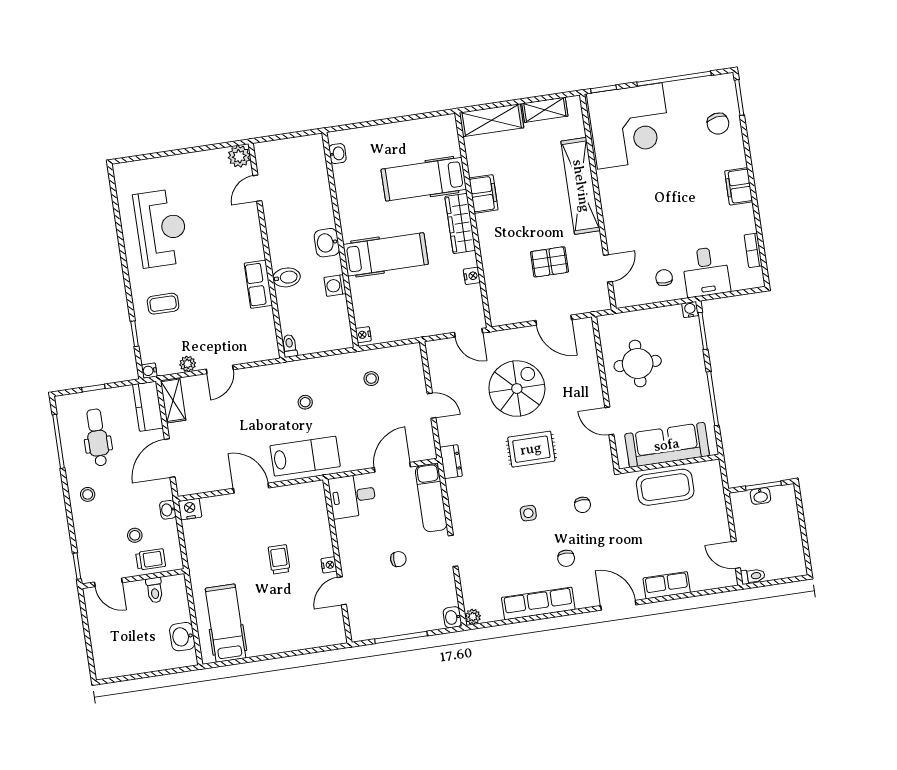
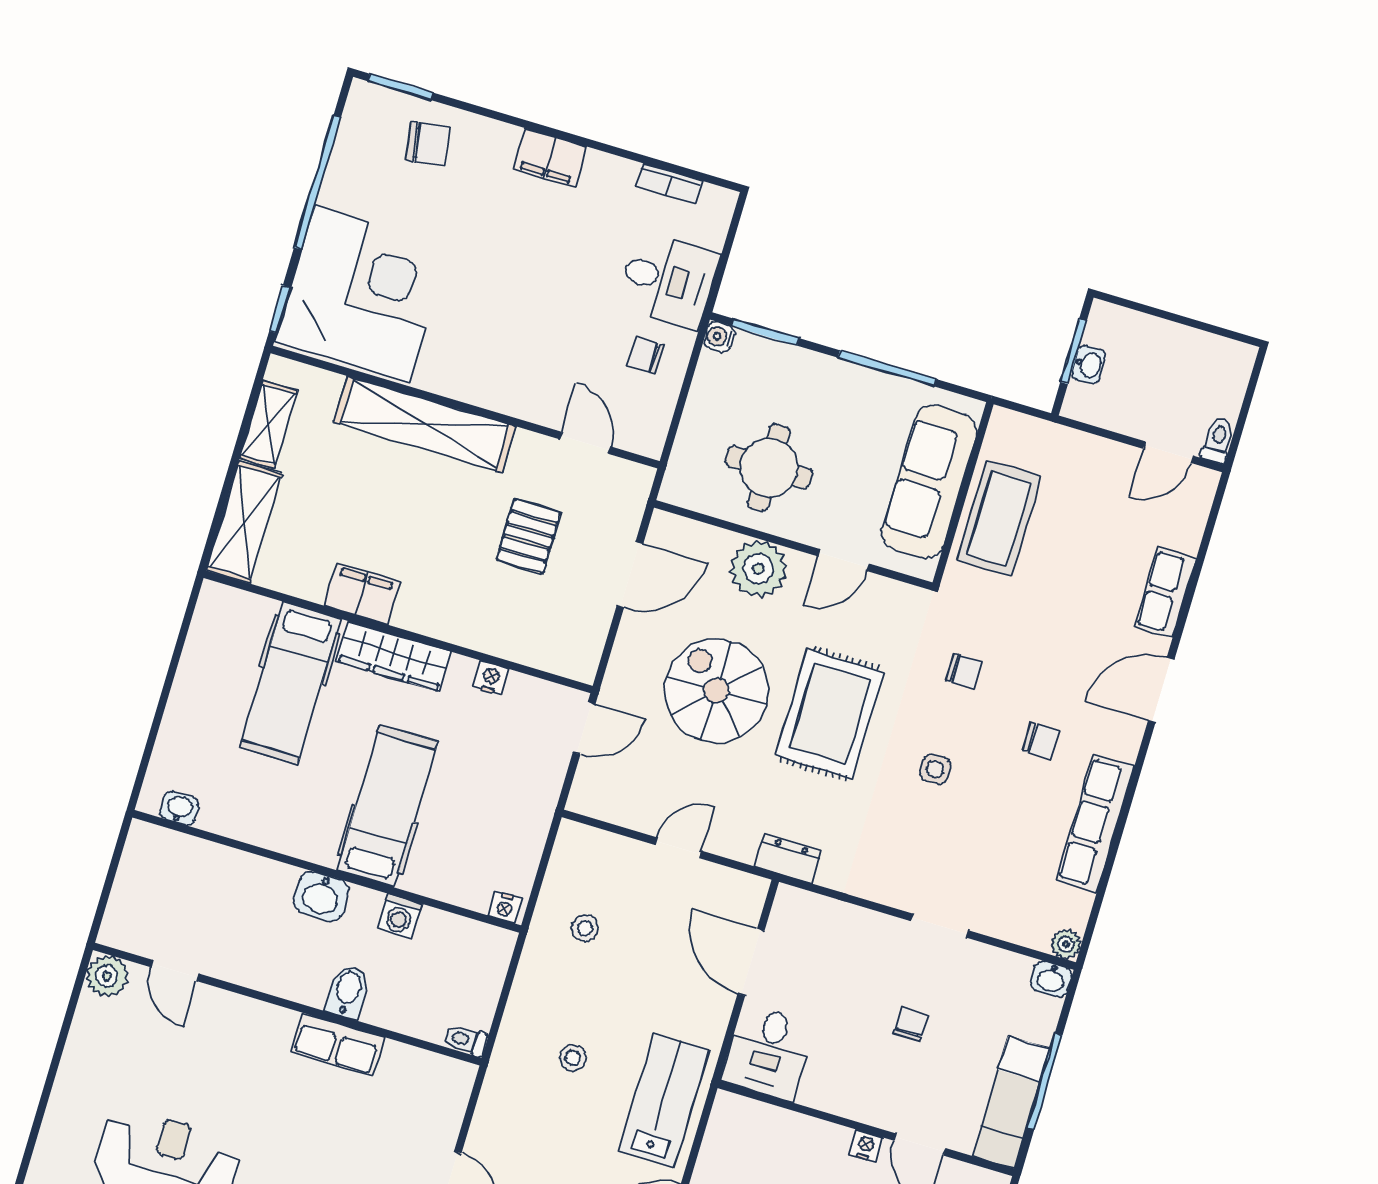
plant: (586, 381) -> (759, 569), added
rug: (531, 449) -> (830, 714), width x1.36, depth x1.43
exam couch: (431, 498) -> (1011, 1102), moved, turned 90

